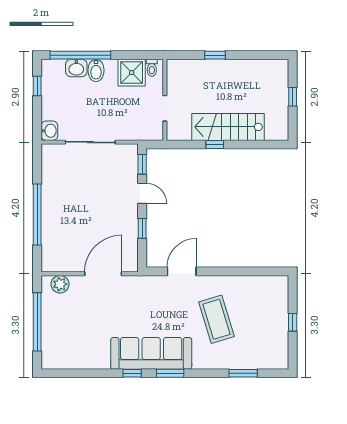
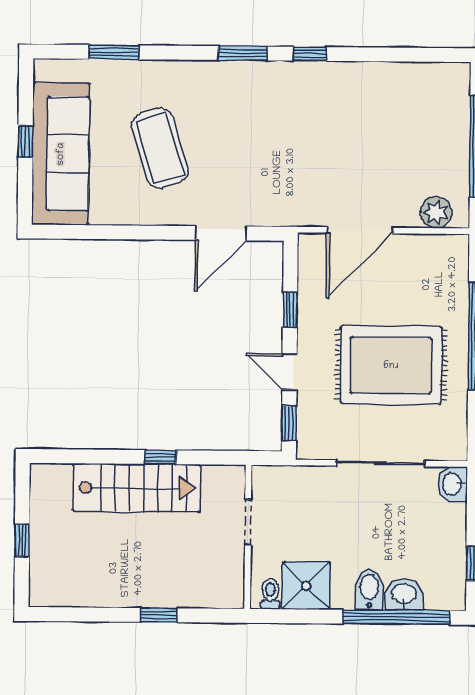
rug: (85, 198) -> (391, 365), added
sofa: (151, 353) -> (61, 154), moved, turned -90

